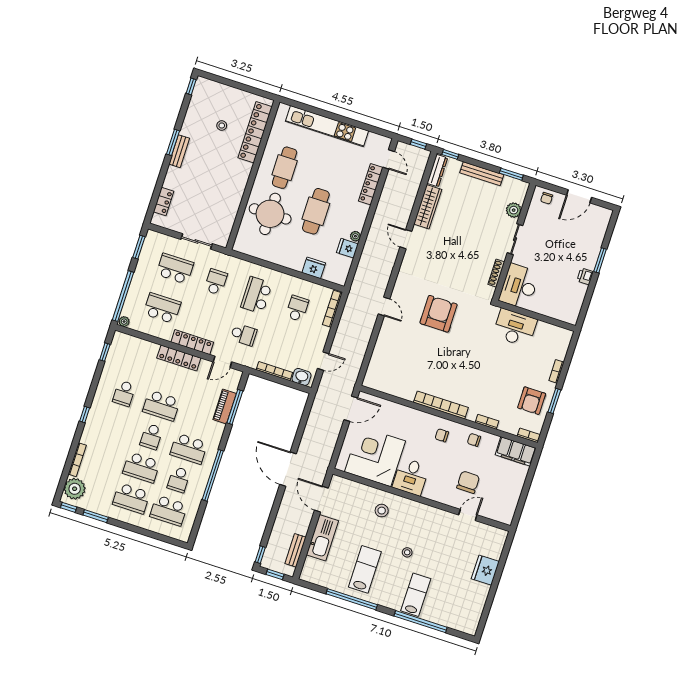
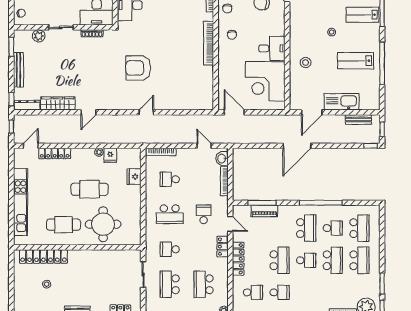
locker: (192, 342) -> (222, 247), width x0.66
school desk: (134, 362) -> (253, 292), added

